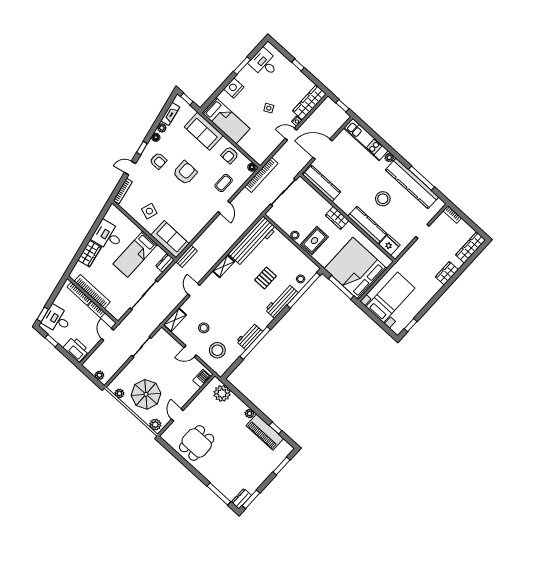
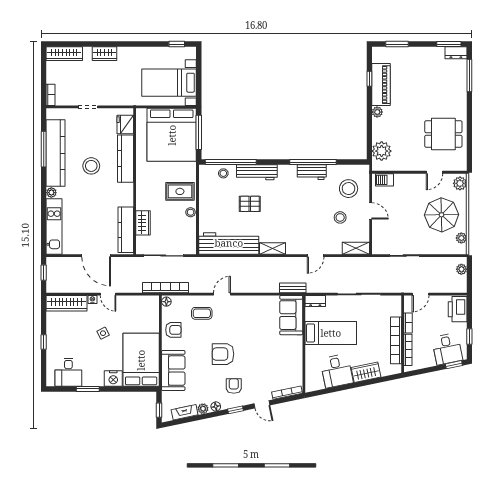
bed: (226, 121) -> (141, 360), width x1.50
side table: (149, 211) -> (283, 354), removed
wardrobe: (337, 218) -> (143, 223), moved

